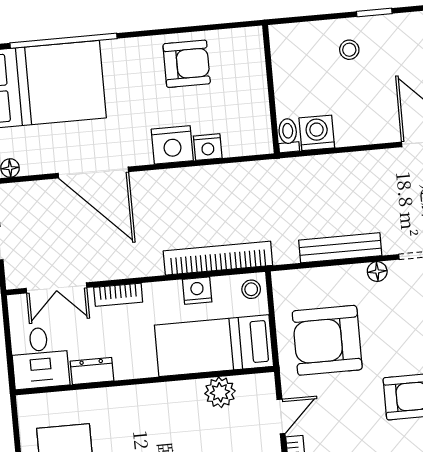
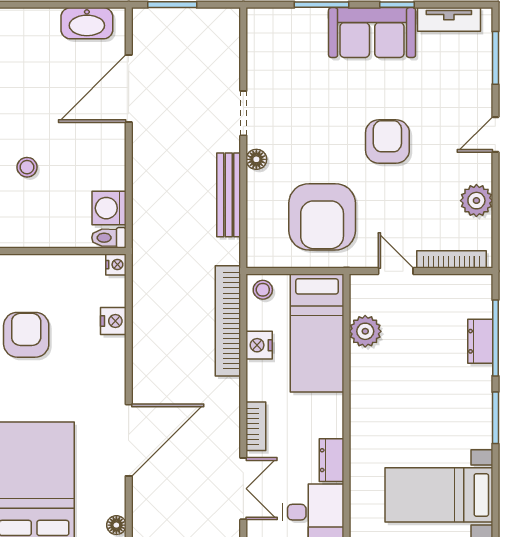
nightstand: (172, 145) -> (116, 265), moved, width x0.53, depth x0.56

